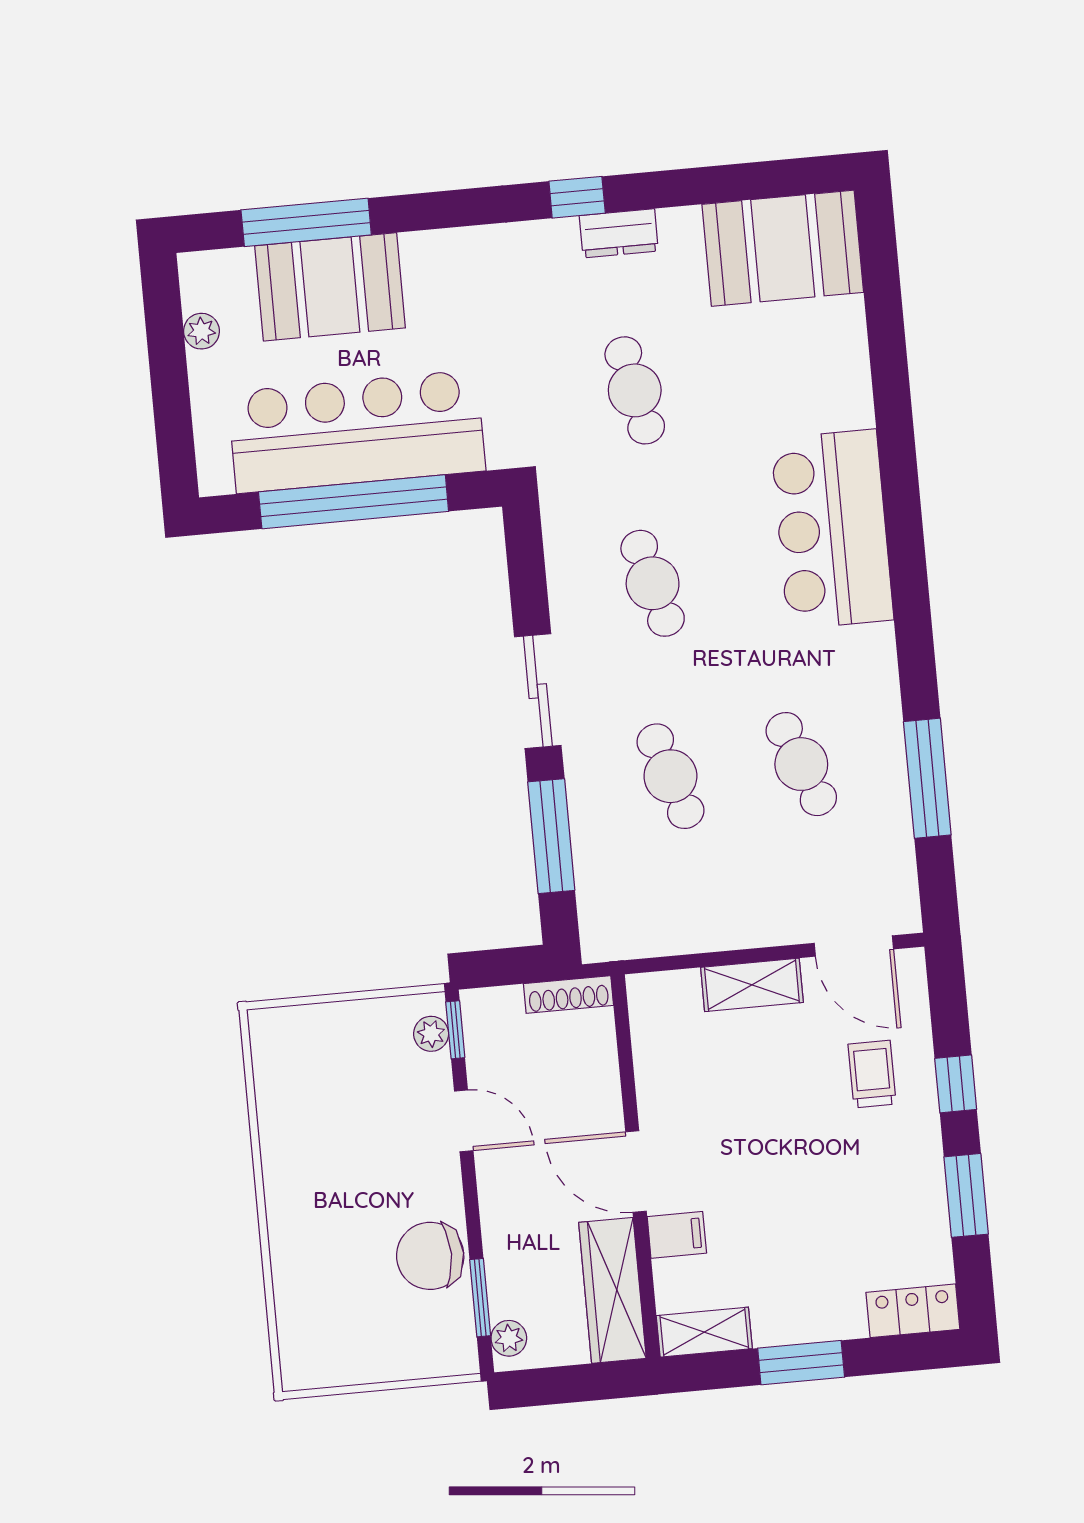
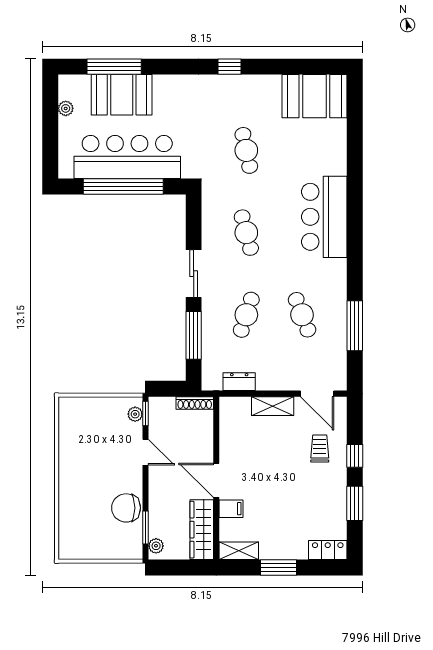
dresser: (619, 233) -> (239, 382), moved, turned 180
cafe table: (670, 776) -> (246, 315), turned 36

